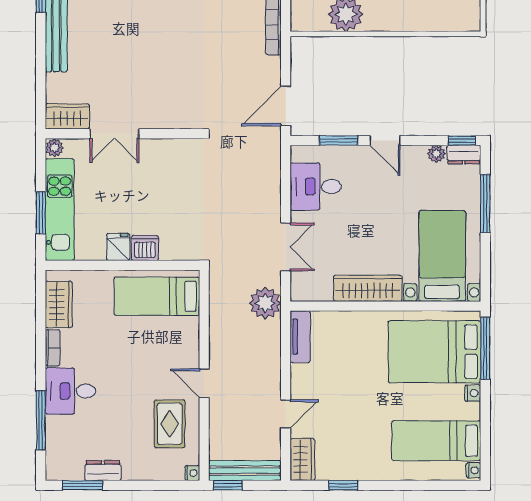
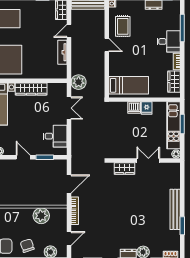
door: (286, 106) -> (69, 184), moved
wardrobe: (67, 116) -> (124, 168), moved
double door: (286, 247) -> (69, 108), swing flipped
tv unit: (300, 337) -> (62, 52), moved

